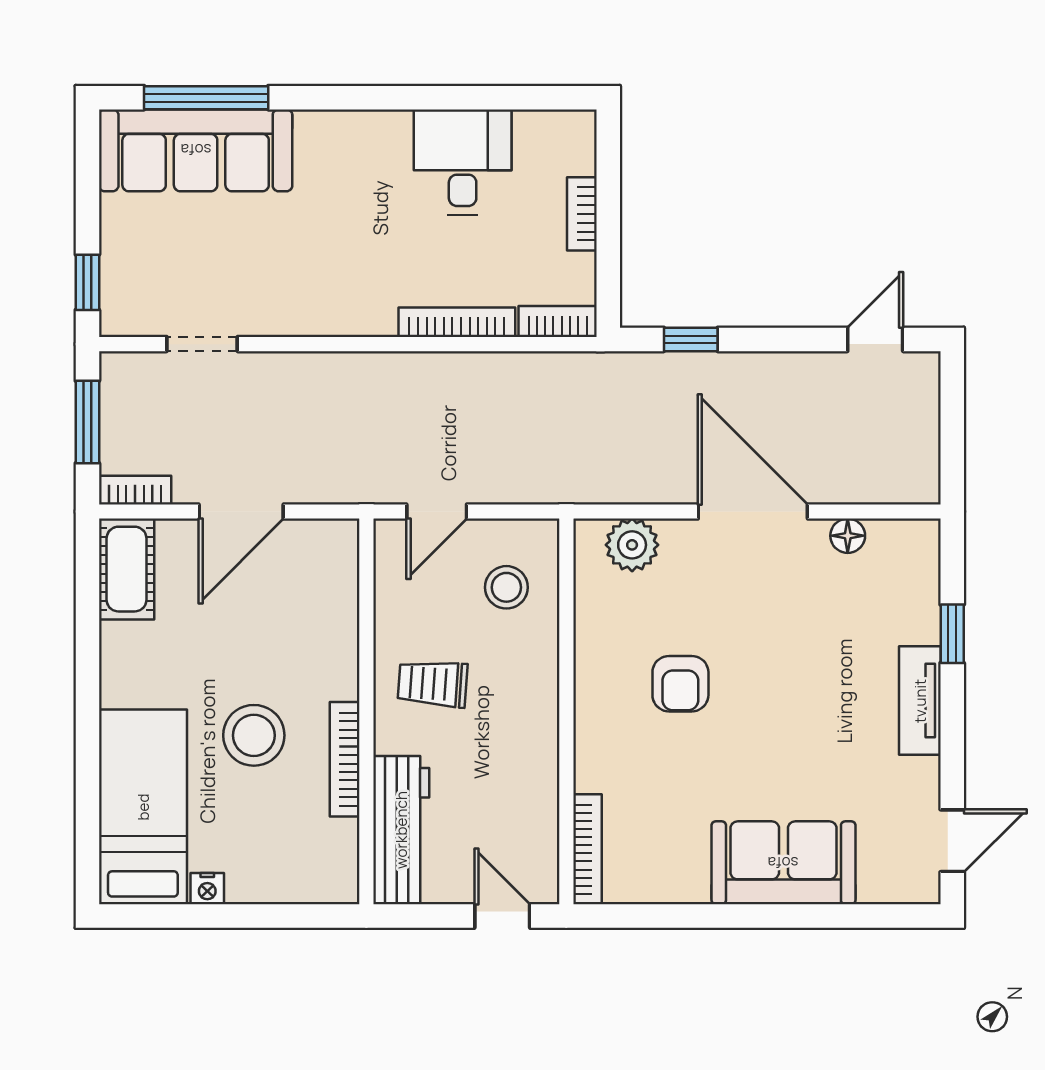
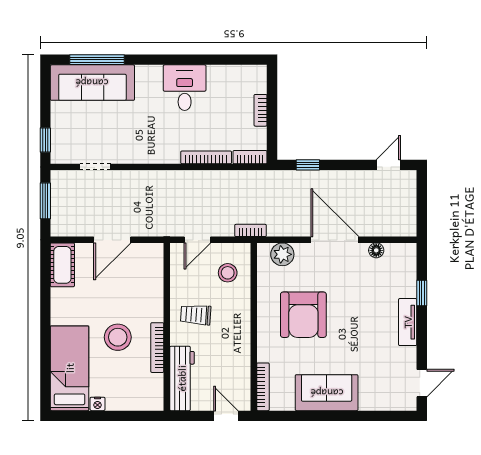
desk: (463, 162) -> (185, 88), moved
bookcase: (135, 490) -> (250, 230), moved
armchair: (680, 684) -> (303, 315), width x1.88, depth x1.88
sofa: (783, 863) -> (327, 393), moved

